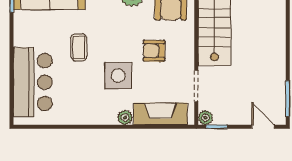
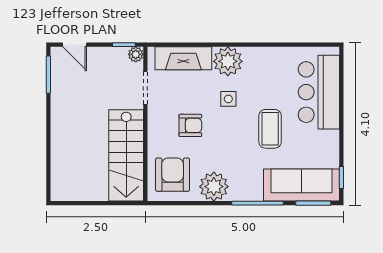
coffee table: (79, 47) -> (270, 129), width x1.36, depth x1.30
side table: (118, 76) -> (228, 99), width x0.54, depth x0.54
plant: (125, 118) -> (228, 61), width x1.88, depth x1.88

